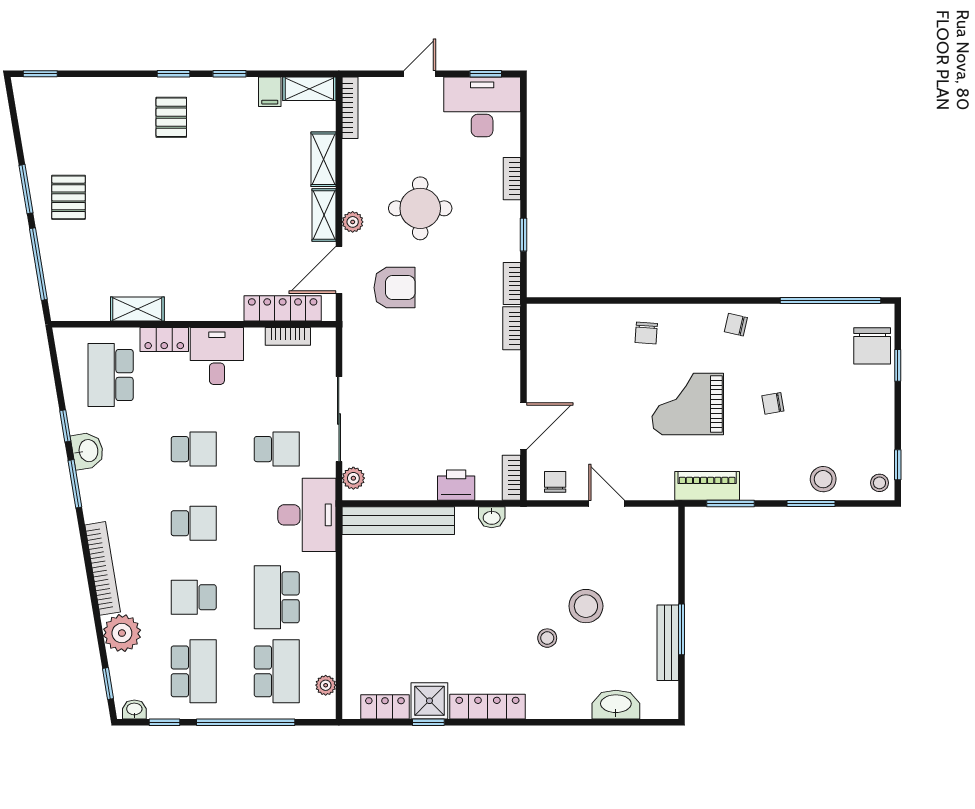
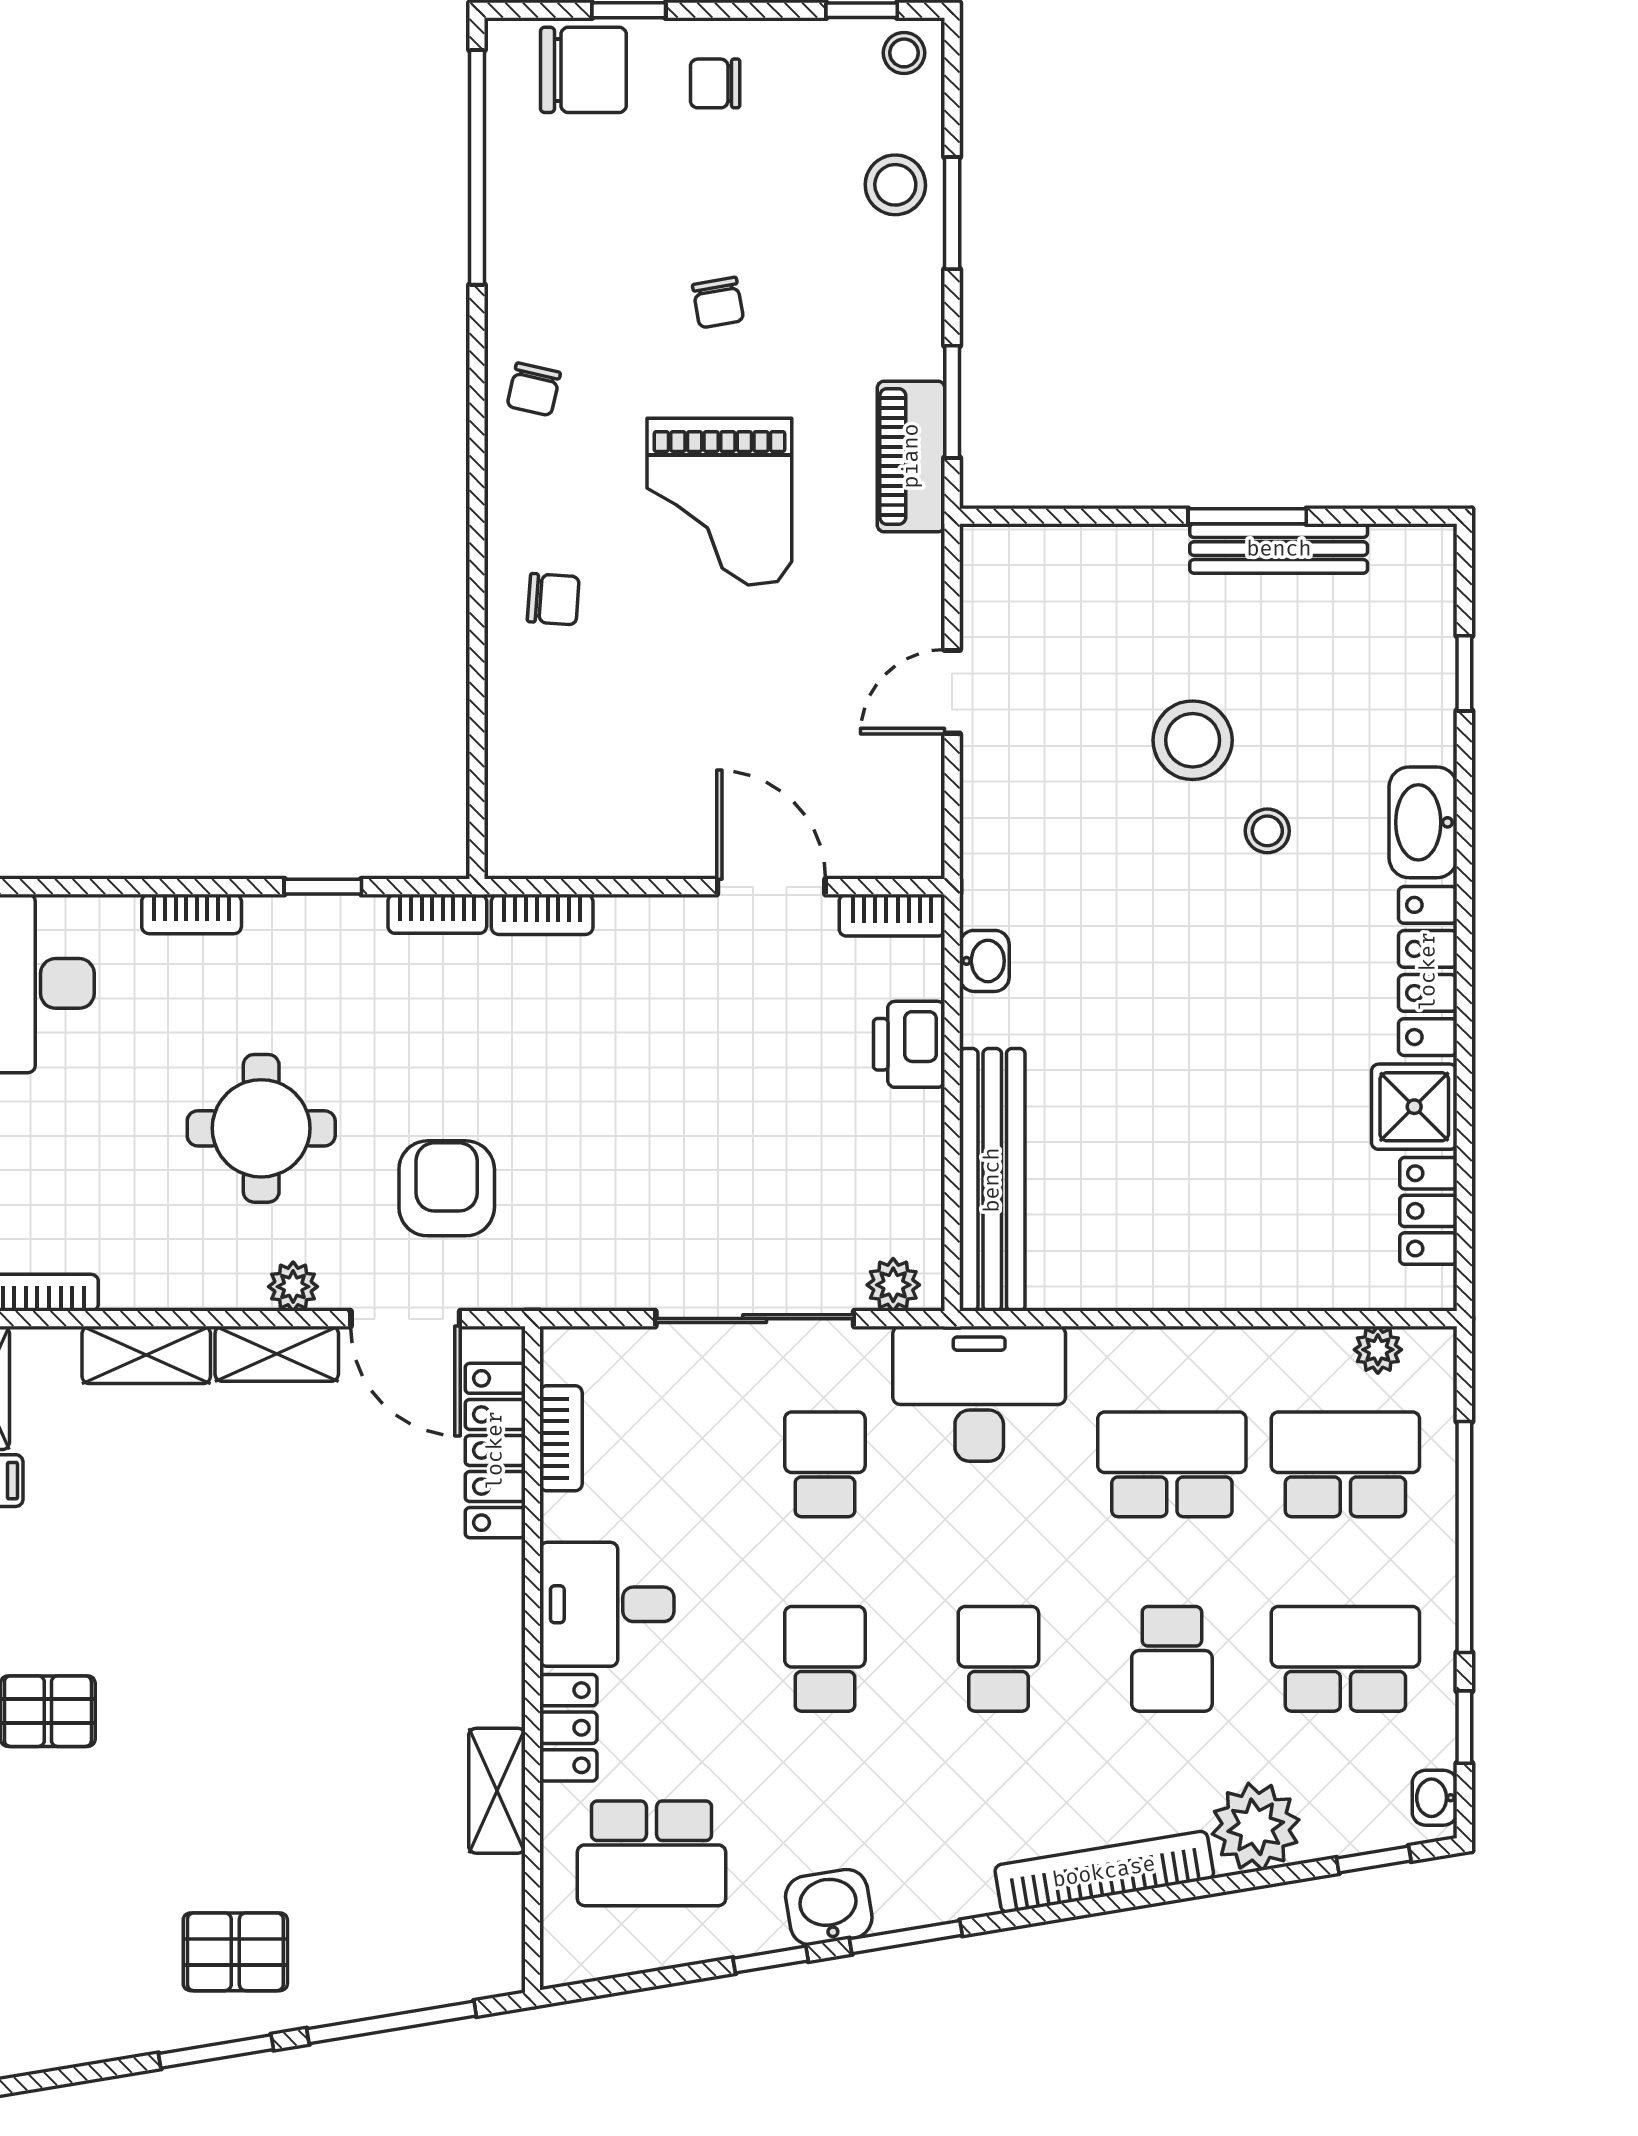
chair: (555, 482) -> (715, 83), moved
school desk: (277, 597) -> (1172, 1464), turned 180
washbasin: (616, 705) -> (1423, 822), moved
window: (428, 722) -> (1464, 673), moved

